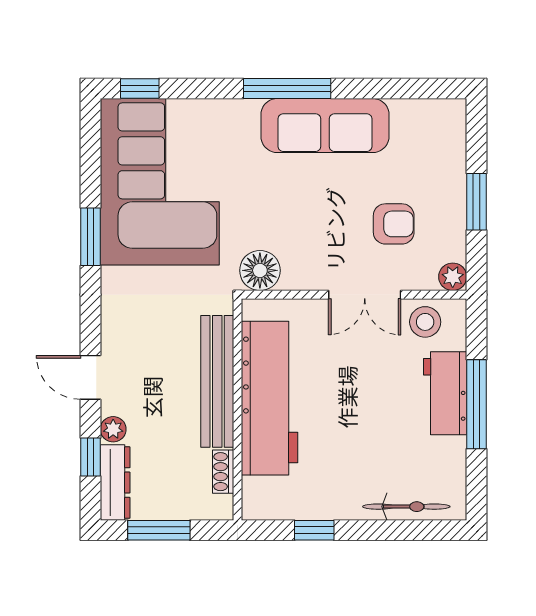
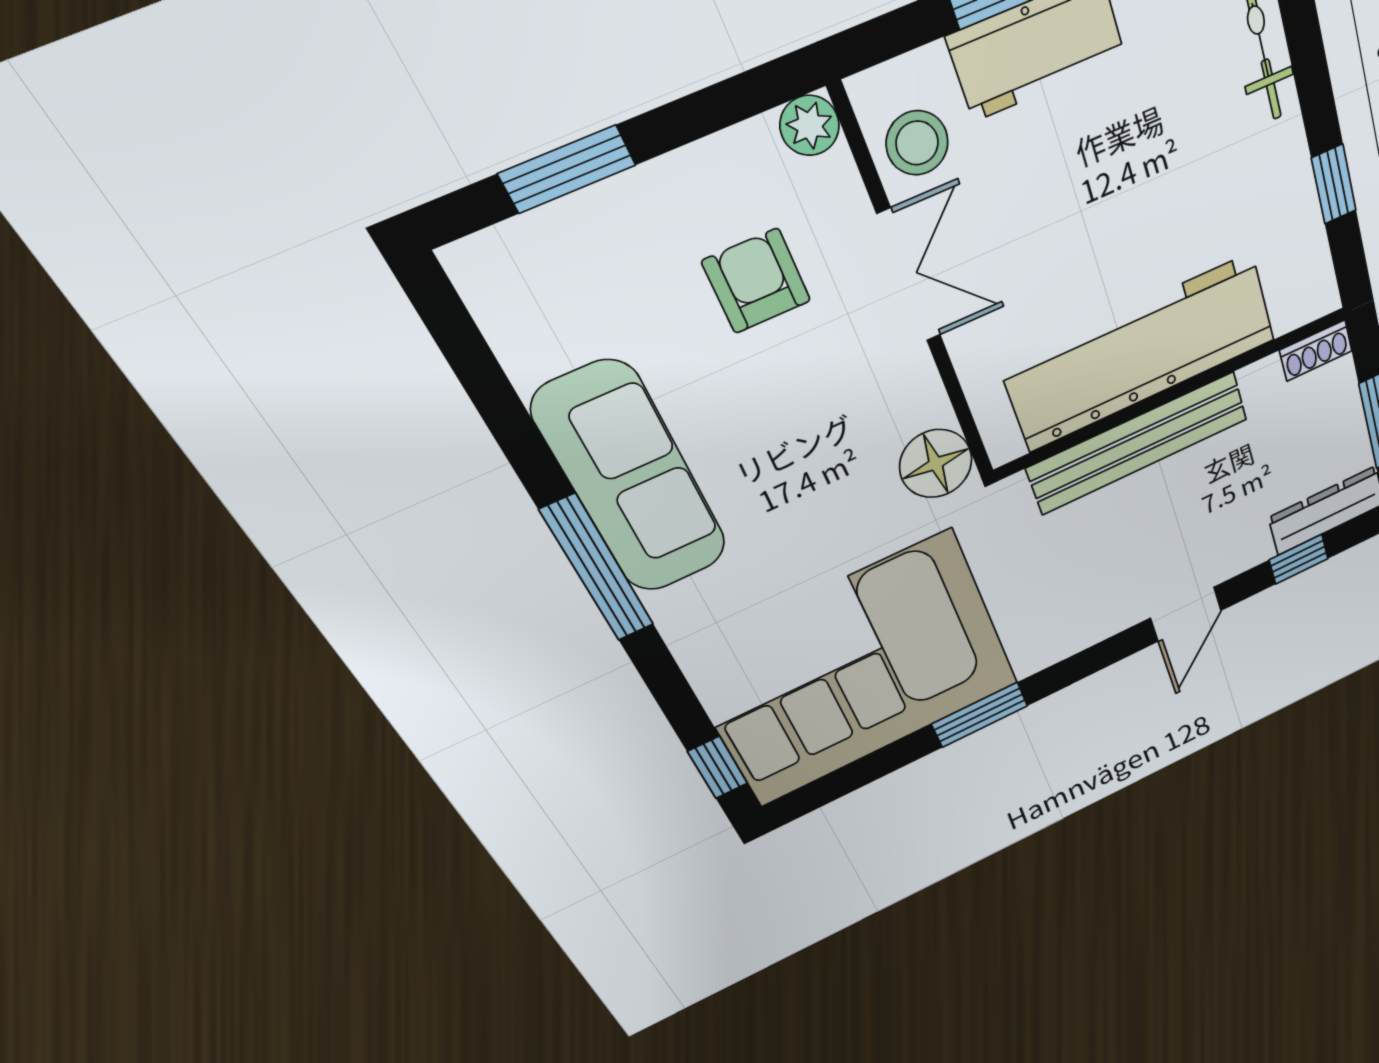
window: (476, 202) -> (567, 169), moved
plant: (113, 429) -> (1252, 550), removed
shoe rack: (223, 472) -> (1316, 351), moved

